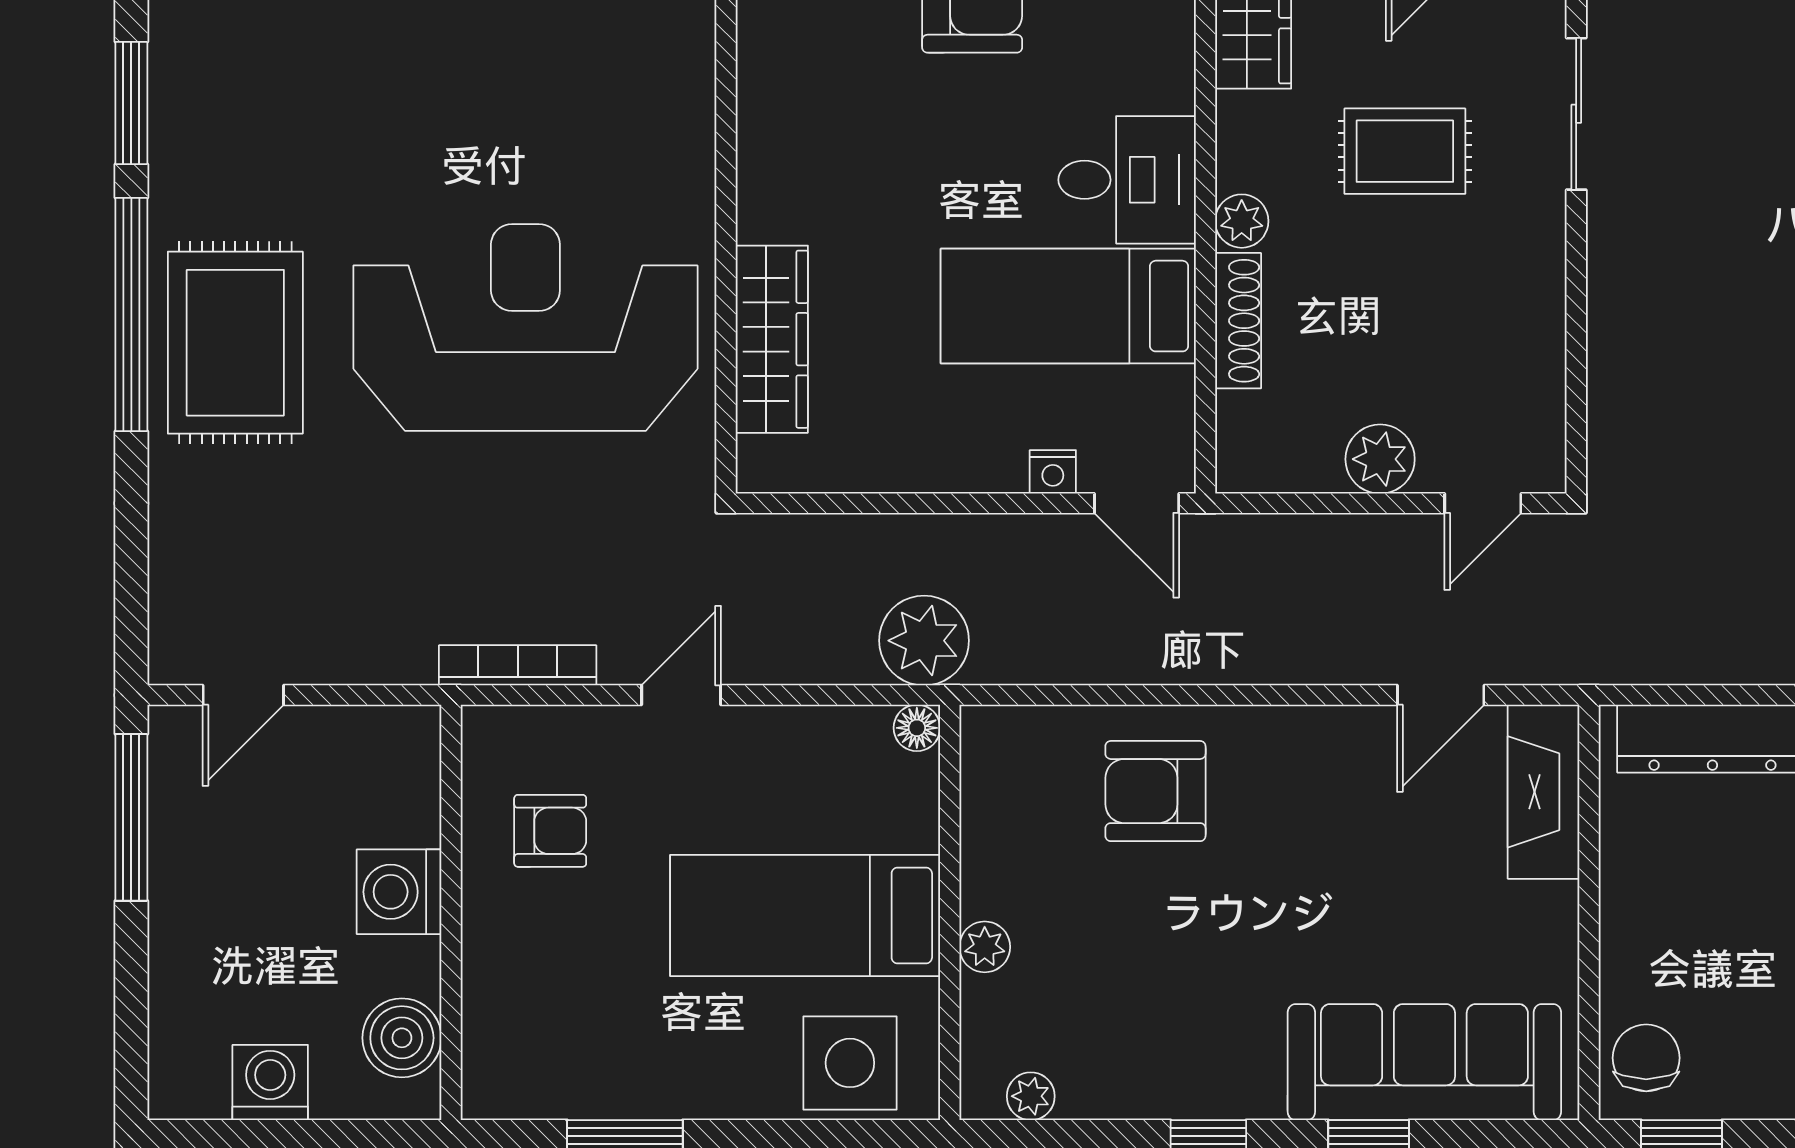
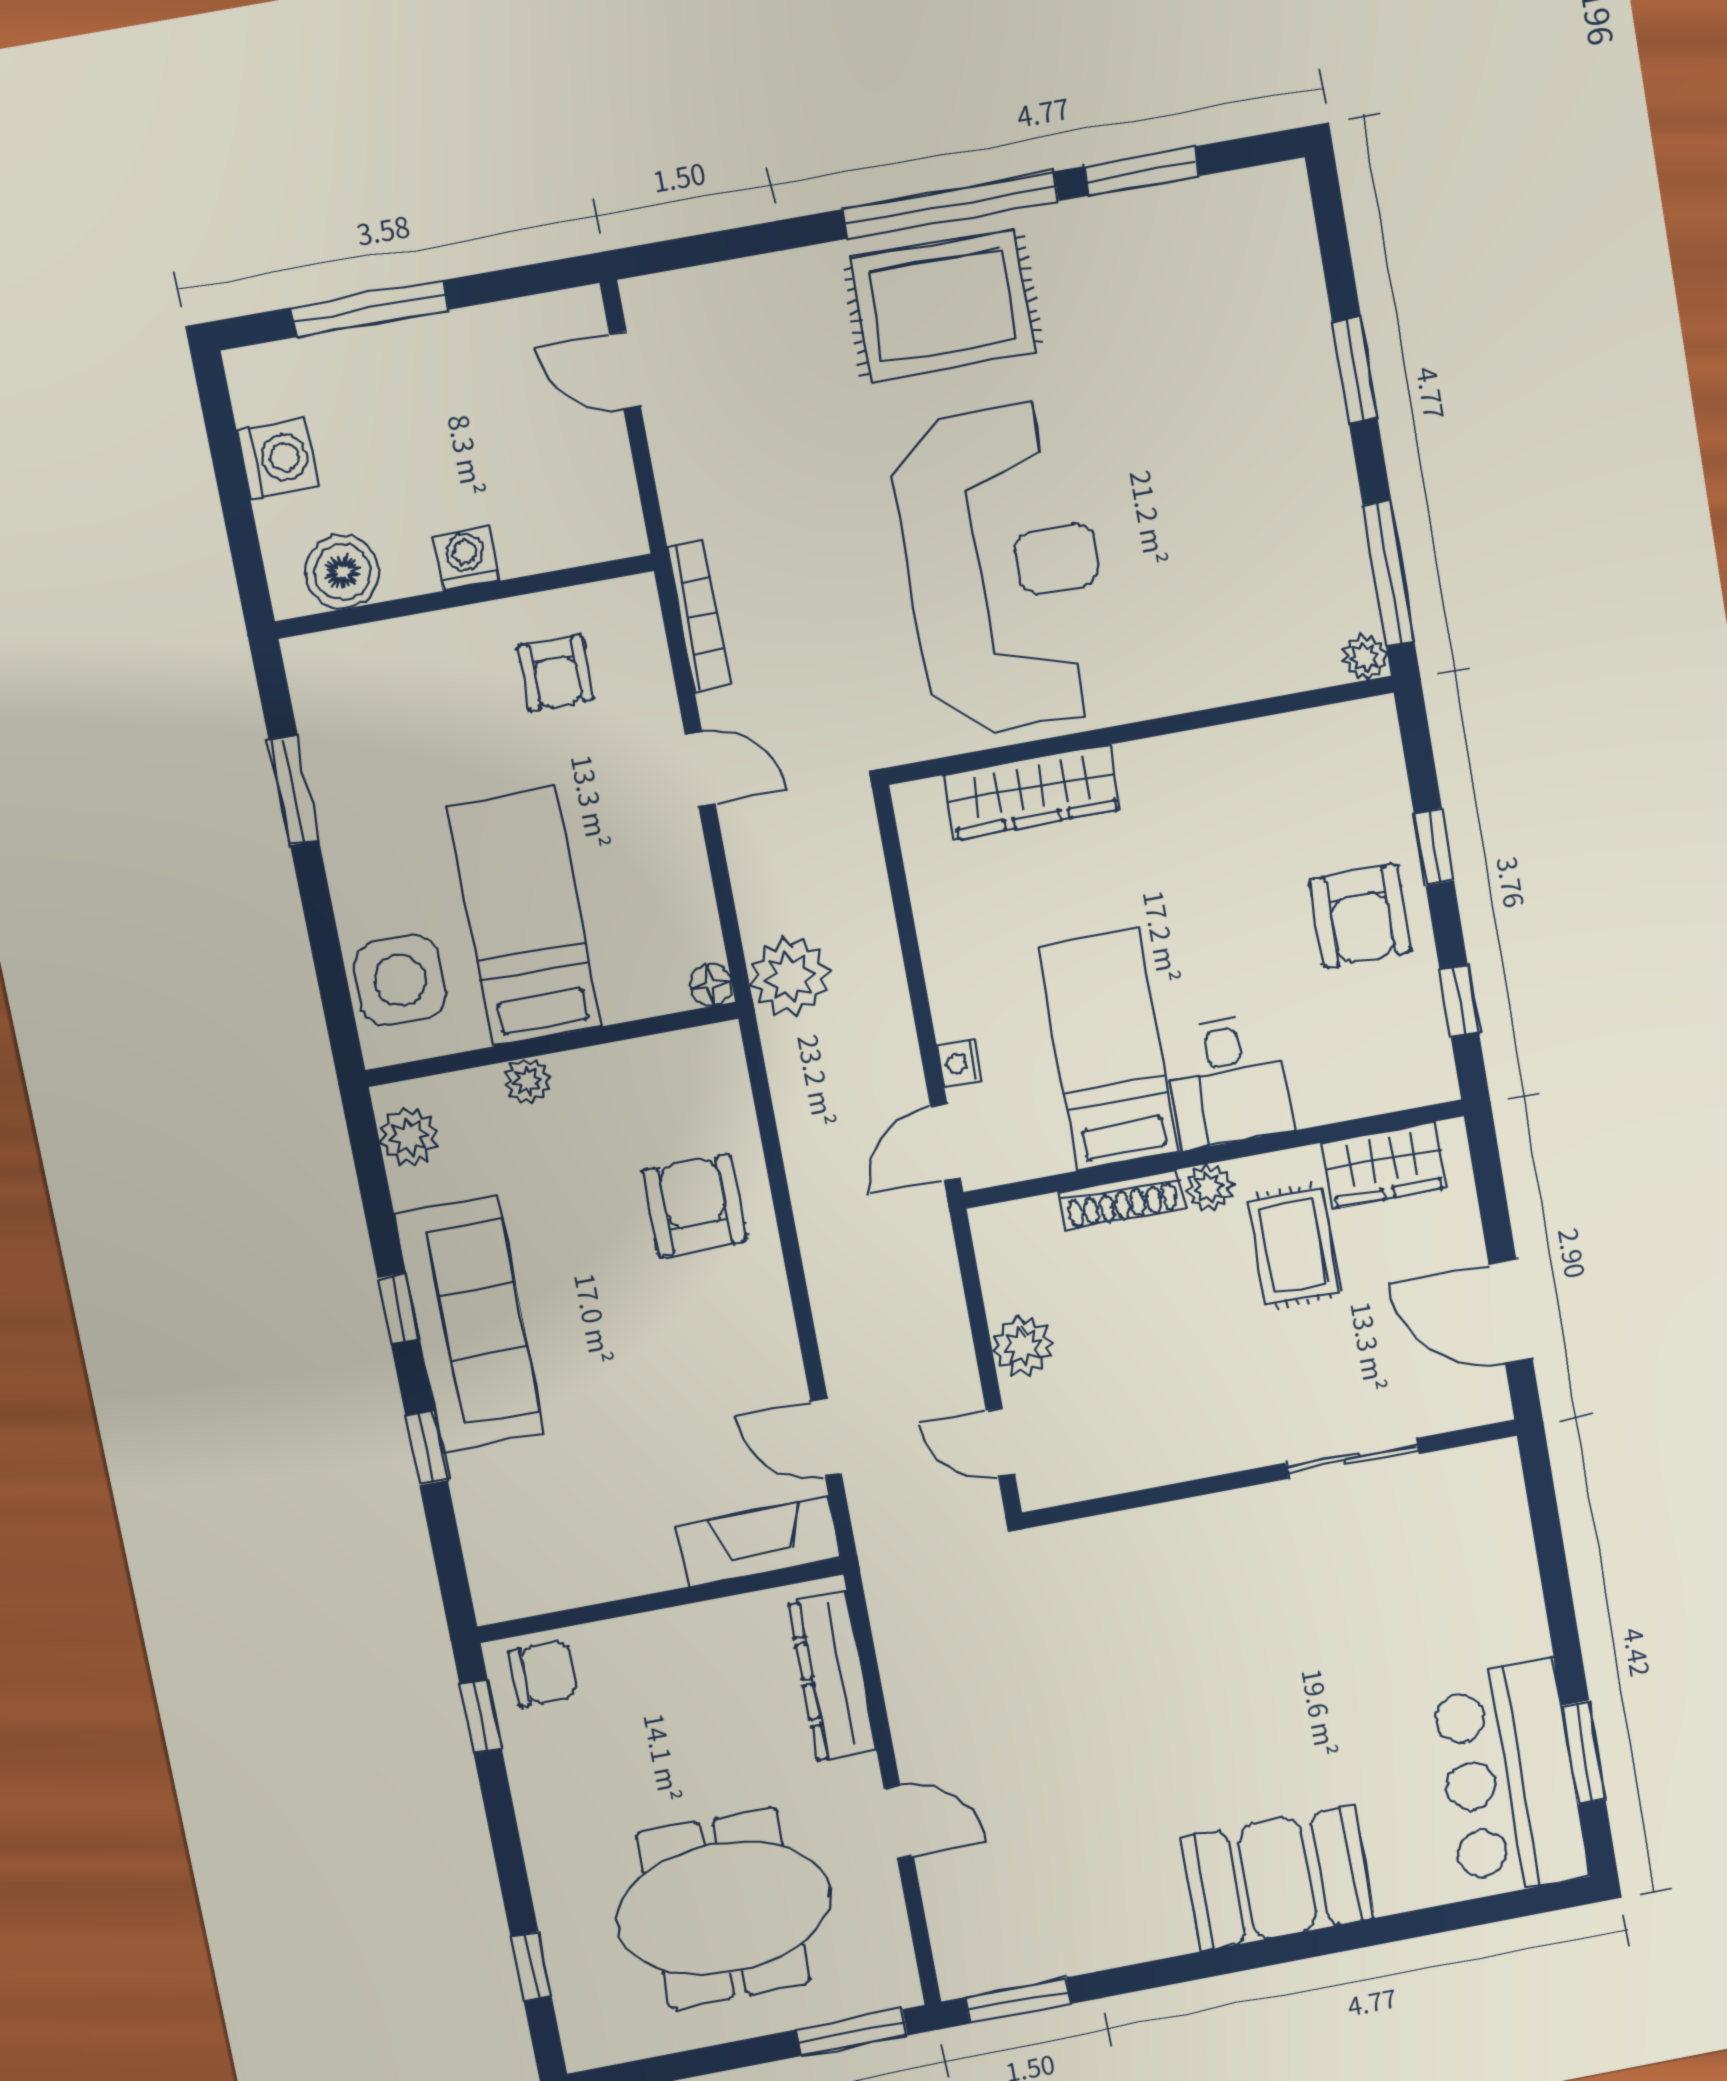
rug: (1405, 151) -> (1294, 1246), moved
window: (131, 817) -> (370, 309), moved
washing machine: (399, 892) -> (466, 558), width x0.73, depth x0.73
sofa: (1424, 1062) -> (470, 1324), moved
plant: (1031, 1096) -> (409, 1137), width x1.38, depth x1.38

